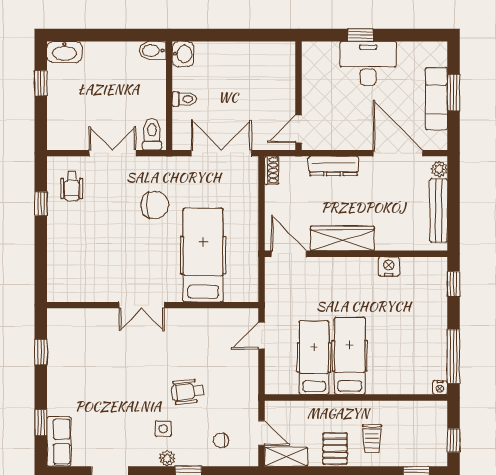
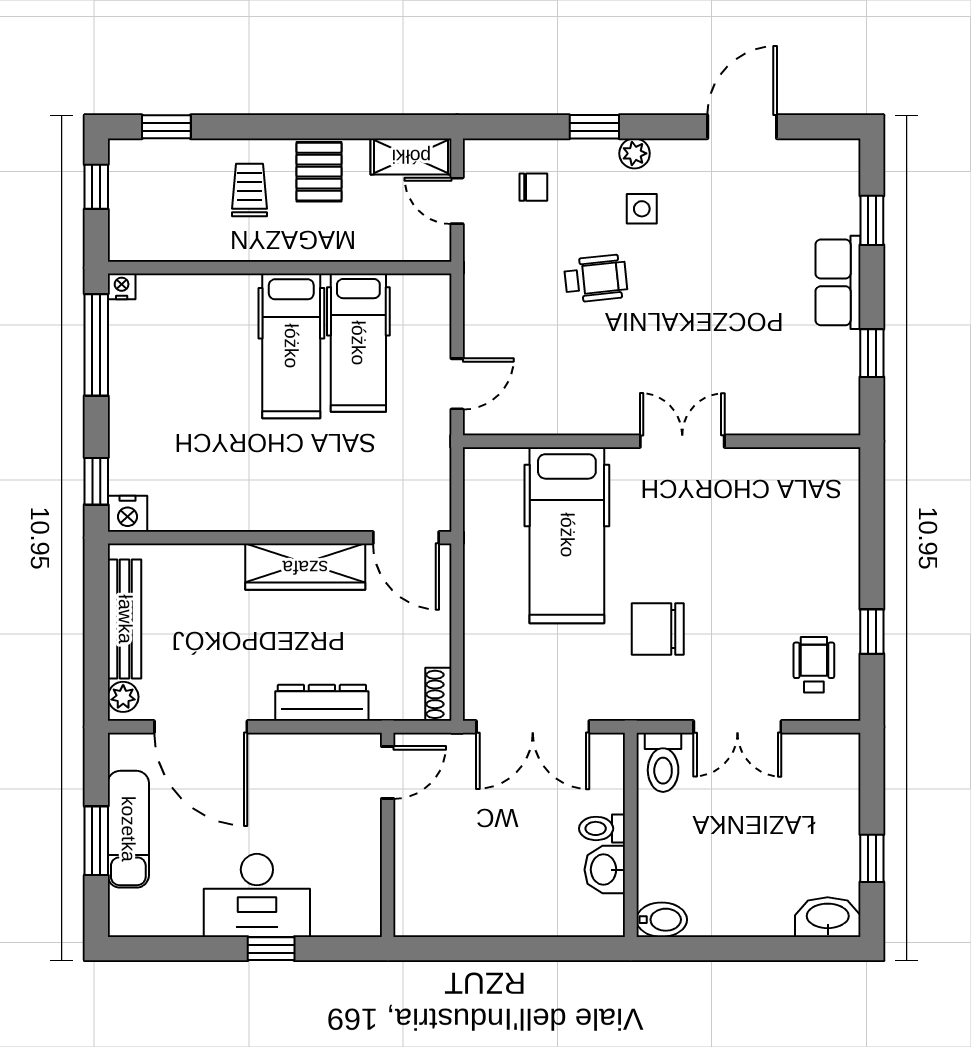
washbasin: (183, 54) -> (605, 870), moved
nightstand: (389, 266) -> (127, 514), moved
row of seats: (59, 441) -> (838, 282), moved

